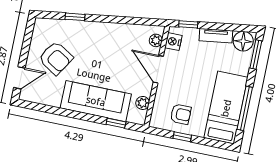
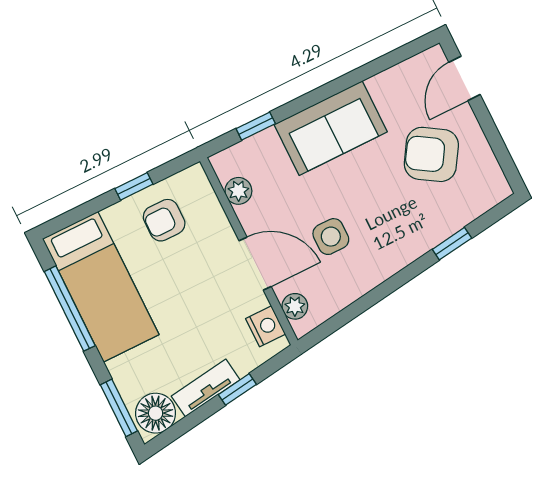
window: (188, 24) -> (237, 389), moved
side table: (120, 57) -> (331, 237), added
sofa: (96, 101) -> (331, 128), width x0.73

